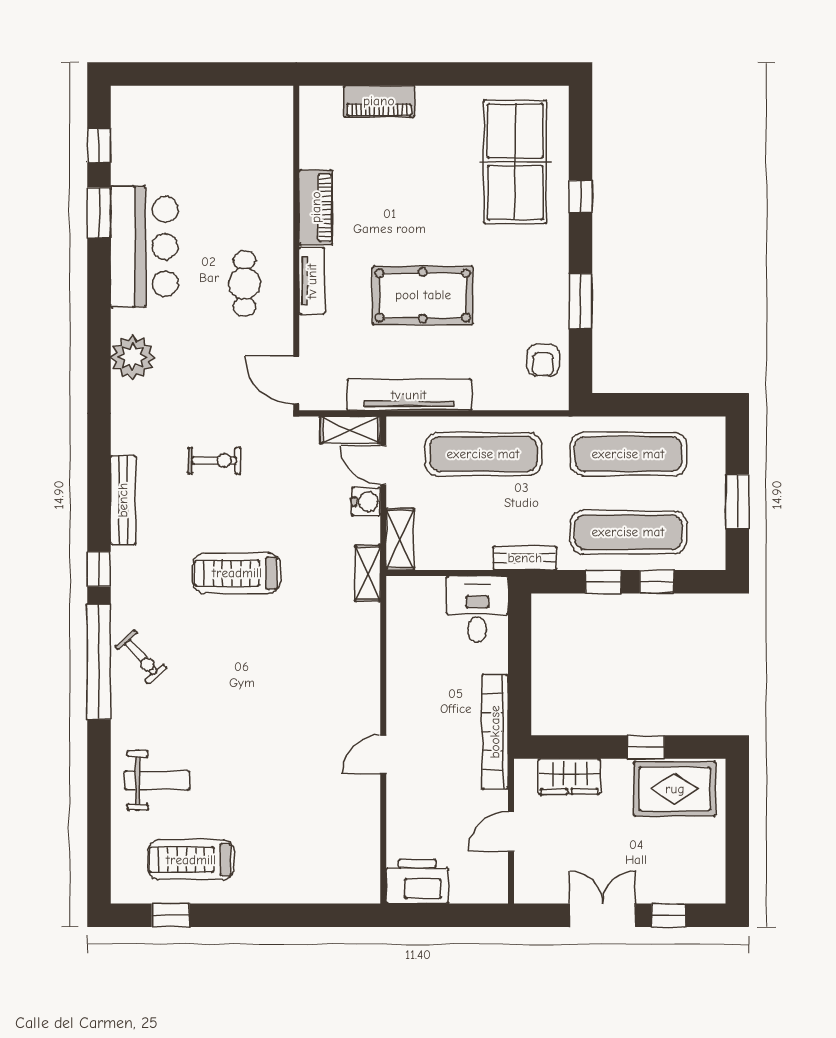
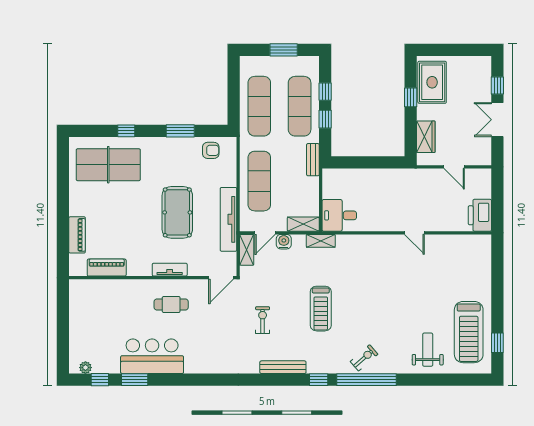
piano: (316, 207) -> (107, 268), moved
plant: (133, 357) -> (85, 368), moved, width x0.53, depth x0.53
desk: (477, 609) -> (339, 215), moved
bookcase: (495, 732) -> (403, 175), removed
treadmill: (191, 860) -> (469, 332), width x1.37, depth x1.38

